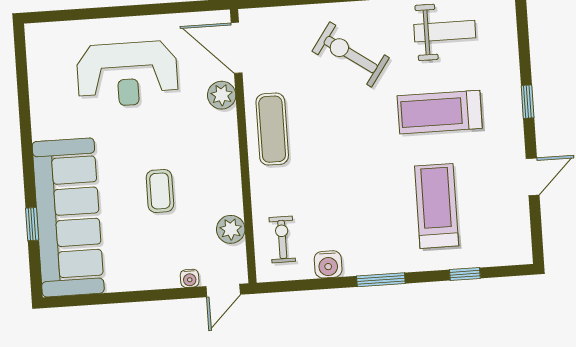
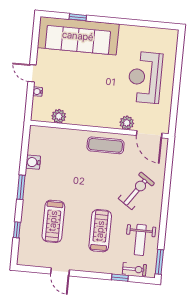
door: (237, 48) -> (149, 134), swing flipped
window: (528, 102) -> (120, 278), moved
coffee table: (160, 191) -> (84, 84), removed
treadmill: (437, 206) -> (53, 221), turned 90
exercise bike: (282, 239) -> (134, 269), moved
door: (223, 290) -> (32, 73), moved

